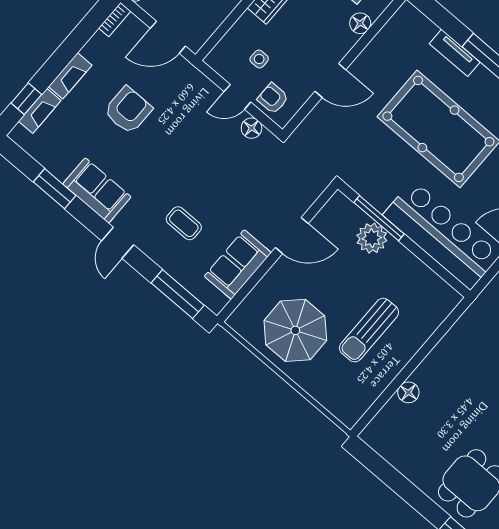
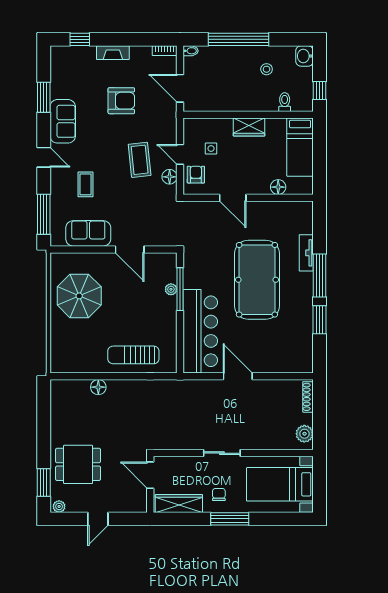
fireplace: (40, 111) -> (79, 53), removed
coffee table: (207, 144) -> (140, 160), added
plant: (372, 238) -> (171, 289), width x0.53, depth x0.53
door: (118, 243) -> (44, 157), swing flipped
sun lounger: (369, 330) -> (133, 355), moved

